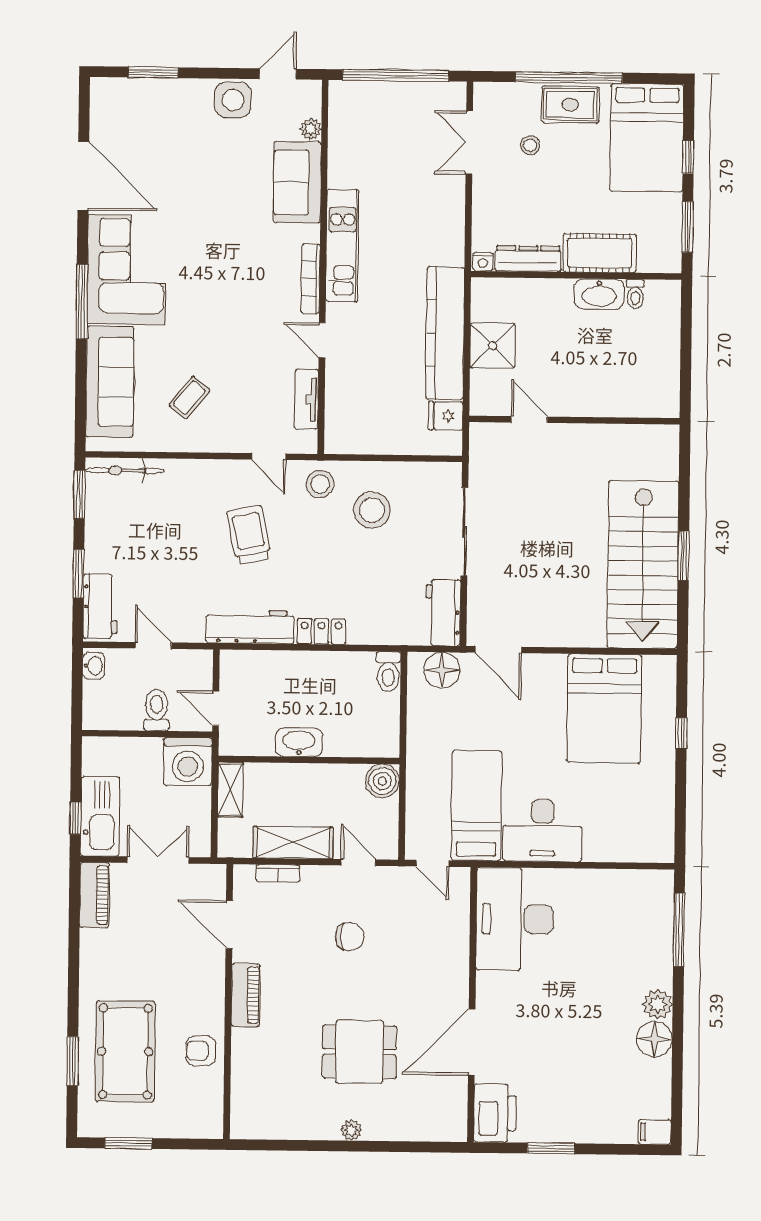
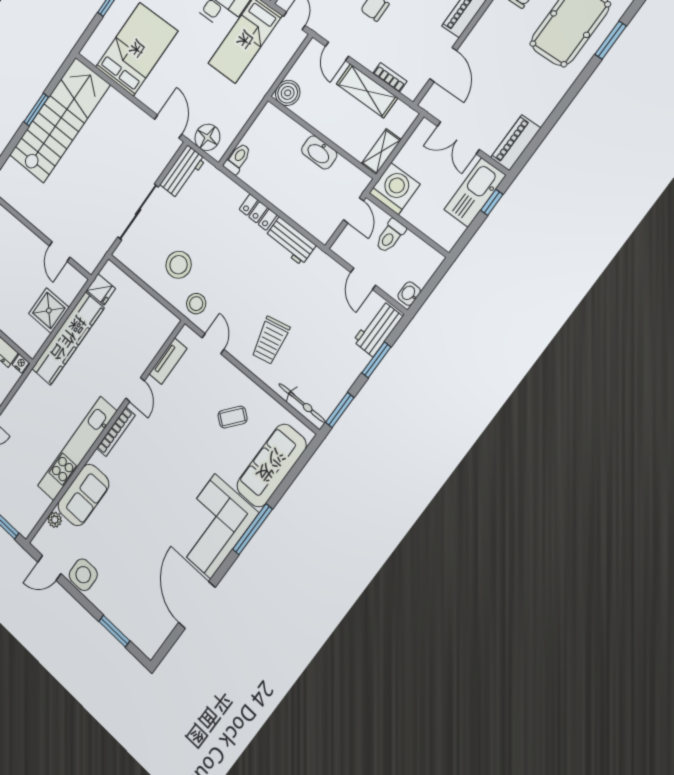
kitchen unit: (342, 245) -> (77, 449), width x1.36
trolley: (249, 535) -> (270, 340), moved
workbench: (250, 627) -> (290, 241), width x0.73

